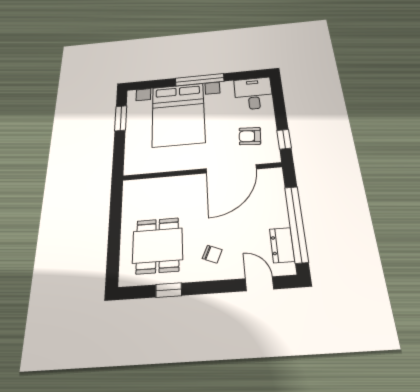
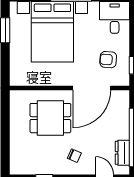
dining table: (158, 245) -> (50, 118), moved, turned 90

